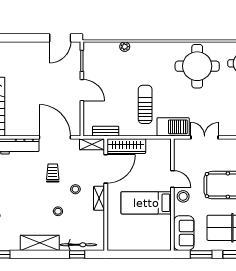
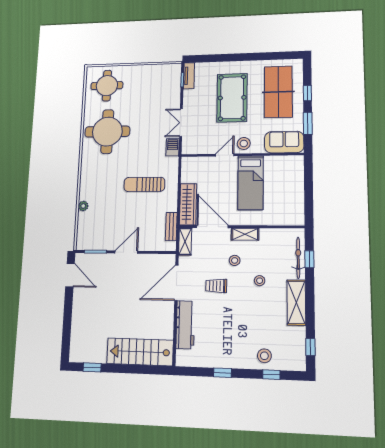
barbecue: (173, 127) -> (173, 147), width x0.53, depth x0.65

